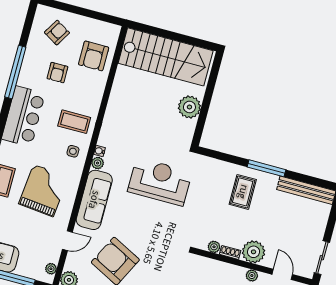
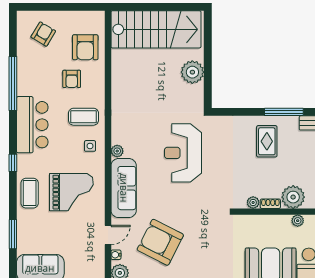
armchair: (57, 73) -> (72, 79), moved
water cooler: (99, 151) -> (116, 255), moved
reception desk: (160, 182) -> (183, 153), turned -90
grand piano: (43, 190) -> (71, 192), turned 84
plant: (51, 269) -> (99, 267), removed

